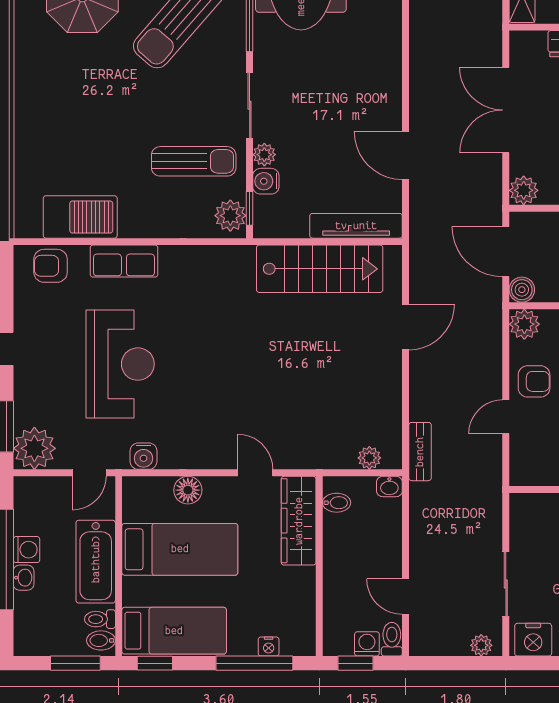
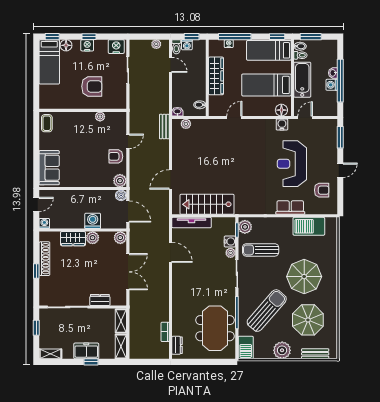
parasol: (91, 99) -> (304, 277), added
armchair: (51, 266) -> (322, 190), moved
plant: (34, 448) -> (328, 128), removed
door: (255, 473) -> (234, 117), swing flipped
floor lamp: (188, 490) -> (281, 110), moved
wardrobe: (299, 521) -> (216, 76), moved
plant: (481, 645) -> (156, 44), moved

